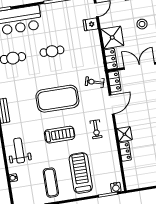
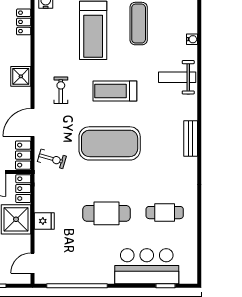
fridge: (91, 24) -> (44, 221), moved
cafe table: (52, 51) -> (107, 213), width x1.37, depth x1.35
weight bench: (19, 151) -> (177, 77), turned 90
locker: (125, 151) -> (24, 22), moved

